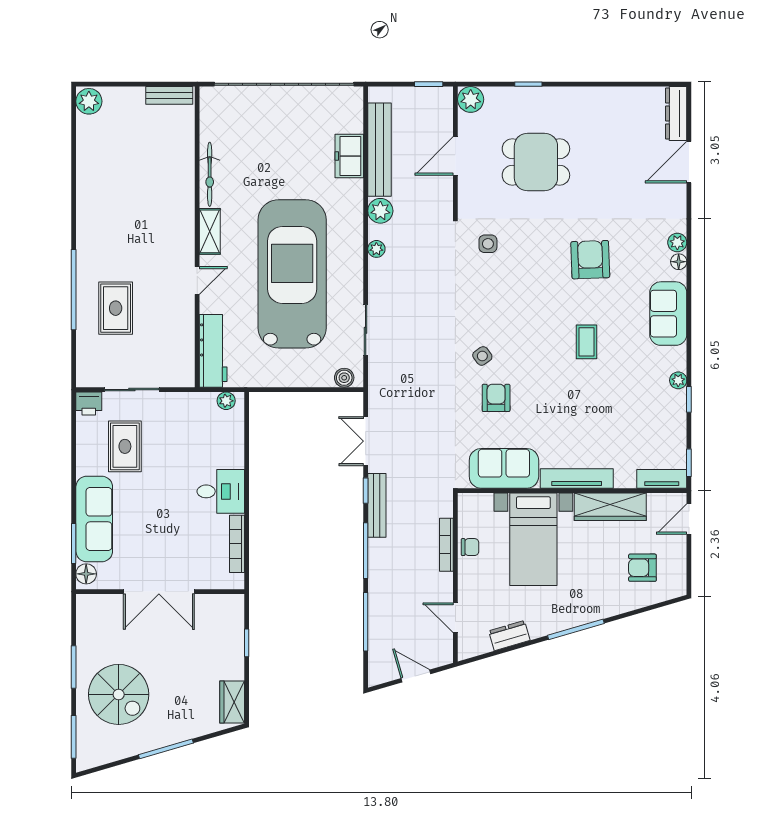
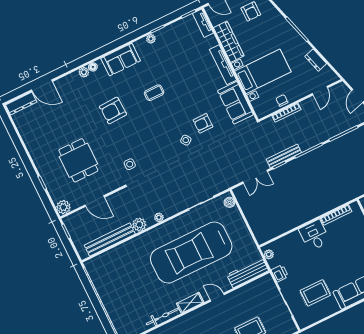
freezer: (349, 156) -> (120, 253), removed
printer: (89, 404) -> (280, 273), moved

